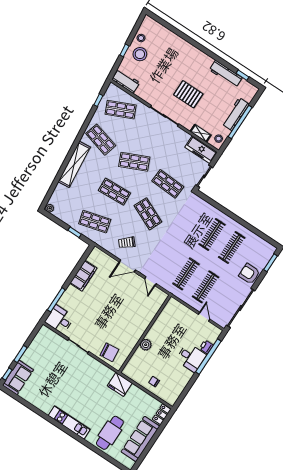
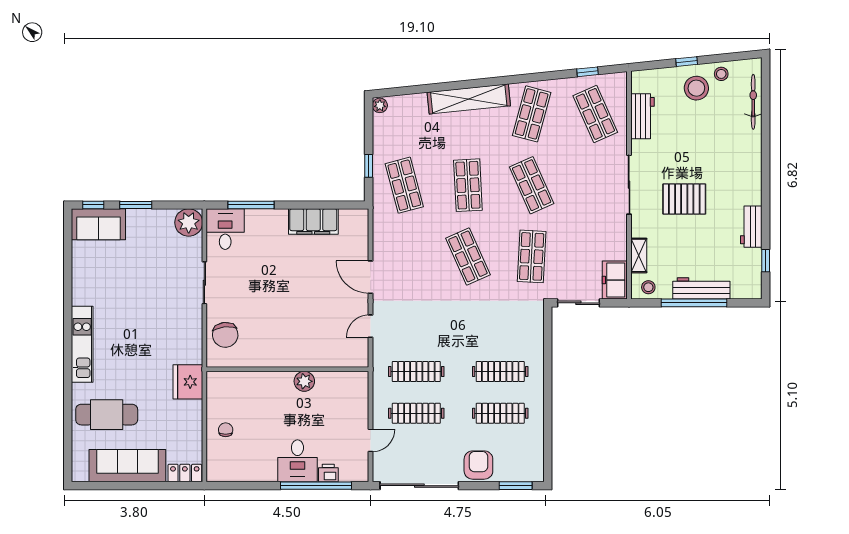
bicycle: (164, 32) -> (753, 102), added
workbench: (226, 74) -> (751, 227), width x0.73
workbench: (126, 81) -> (643, 116), moved
pallet: (188, 94) -> (684, 199), turned 90
freezer: (201, 150) -> (615, 280), width x0.71
shop shelf: (148, 214) -> (468, 256), turned -48
trolley: (127, 243) -> (405, 253), removed
plant: (45, 335) -> (189, 223), added
plant: (146, 345) -> (304, 381), moved

